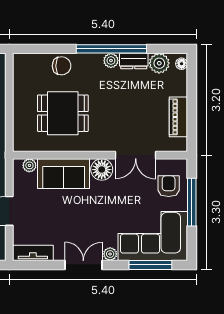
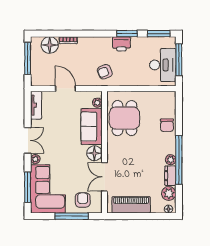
dining table: (63, 113) -> (124, 118), moved
piano: (178, 117) -> (131, 205), width x1.37, depth x1.33
armchair: (169, 186) -> (83, 200), turned -90

